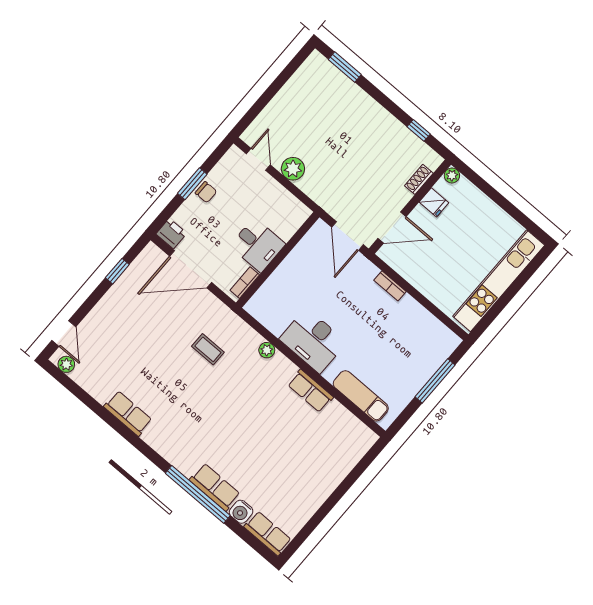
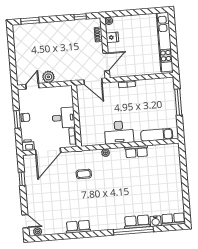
door: (258, 159) -> (32, 86), hinge flipped

